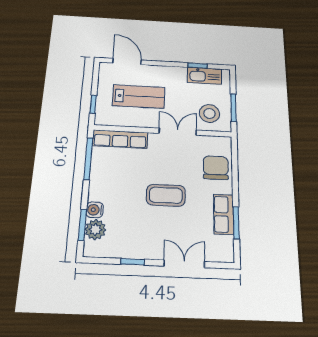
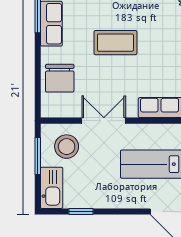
kitchen sink: (204, 76) -> (52, 188), moved, turned 90
double door: (178, 132) -> (104, 121), swing flipped

